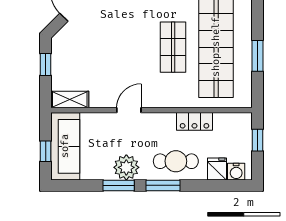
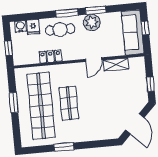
shelving: (70, 100) -> (116, 64), moved

